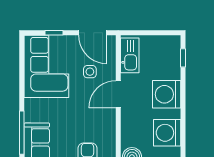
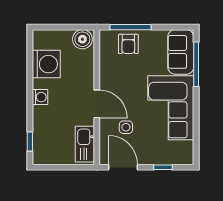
corner sofa: (46, 66) -> (171, 108), moved
door: (118, 94) -> (97, 104), hinge flipped
washing machine: (167, 94) -> (40, 97), width x0.53, depth x0.53

